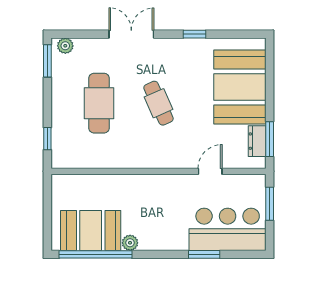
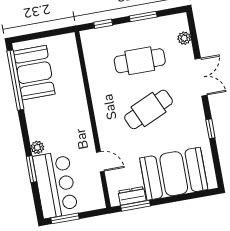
plant: (65, 46) -> (184, 38), moved
window: (47, 61) -> (143, 17), moved
cafe table: (159, 103) -> (149, 109), width x1.37, depth x1.35
window: (270, 204) -> (65, 218), moved
plant: (130, 243) -> (37, 147), moved

